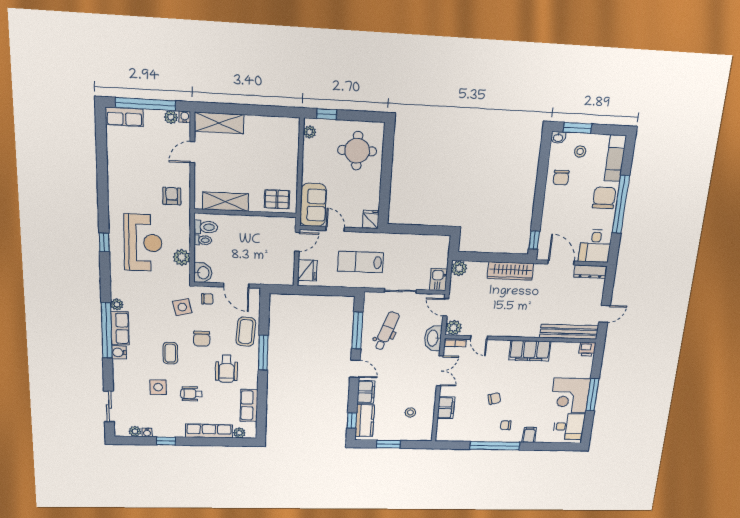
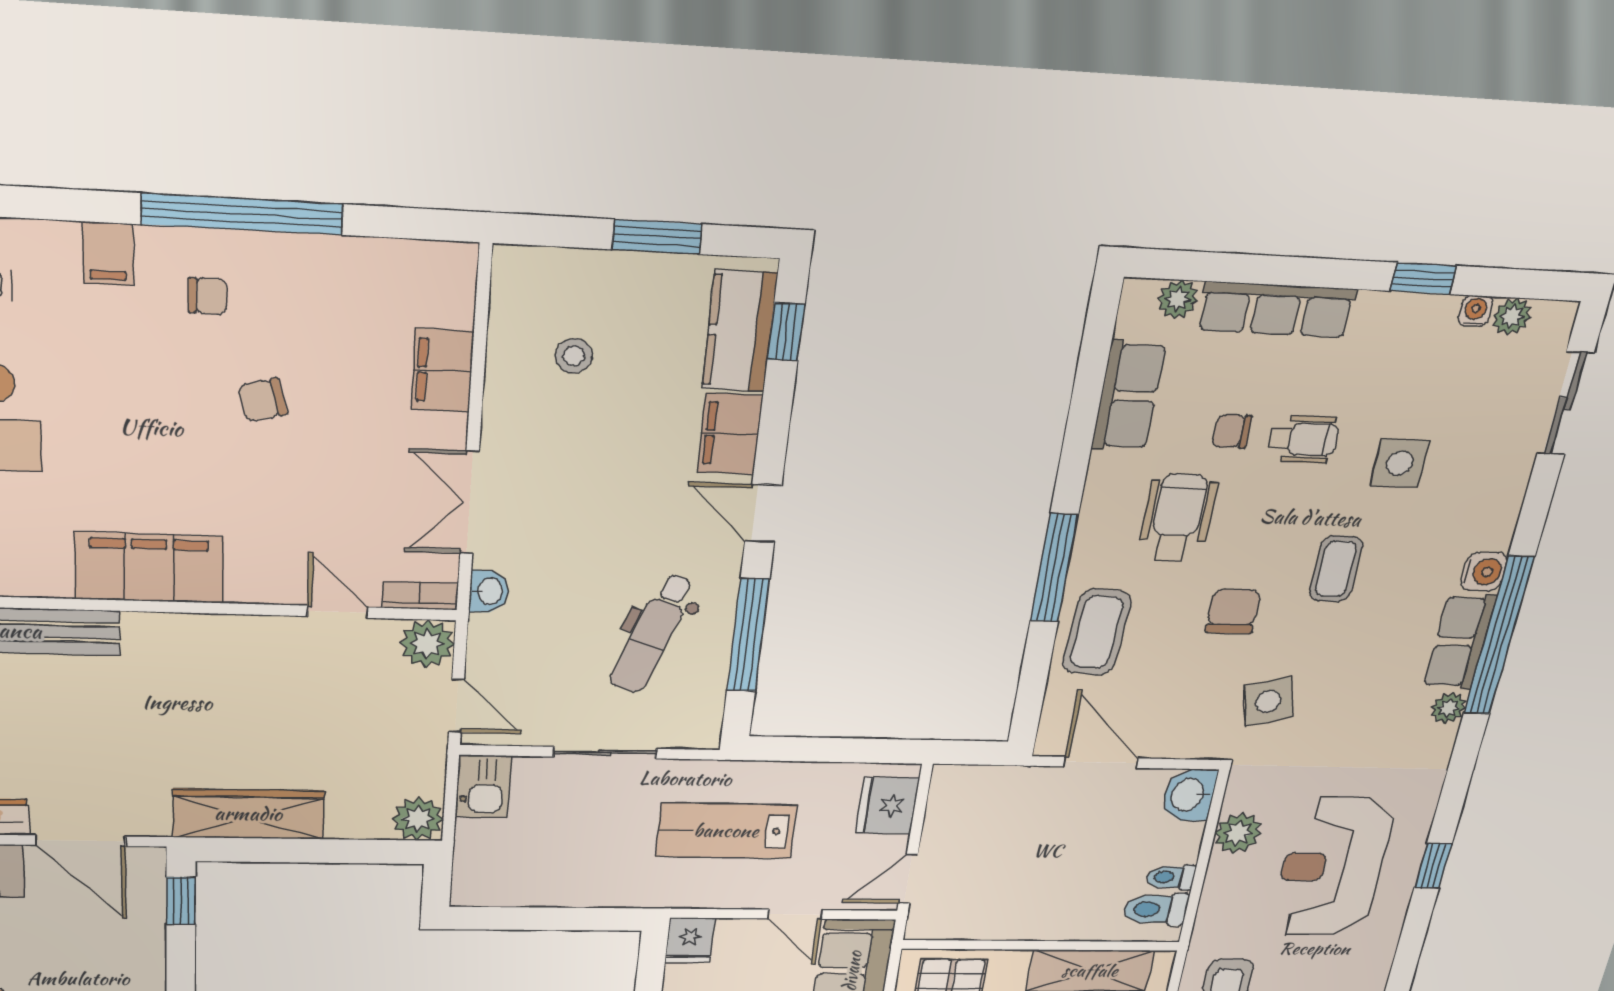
lab bench: (361, 262) -> (726, 831), turned 180
chair: (207, 299) -> (1232, 431), moved
washbasin: (433, 338) -> (489, 591), width x0.52, depth x0.69

